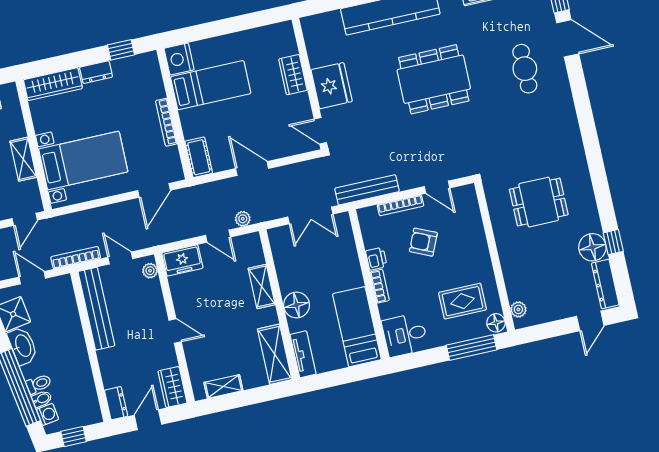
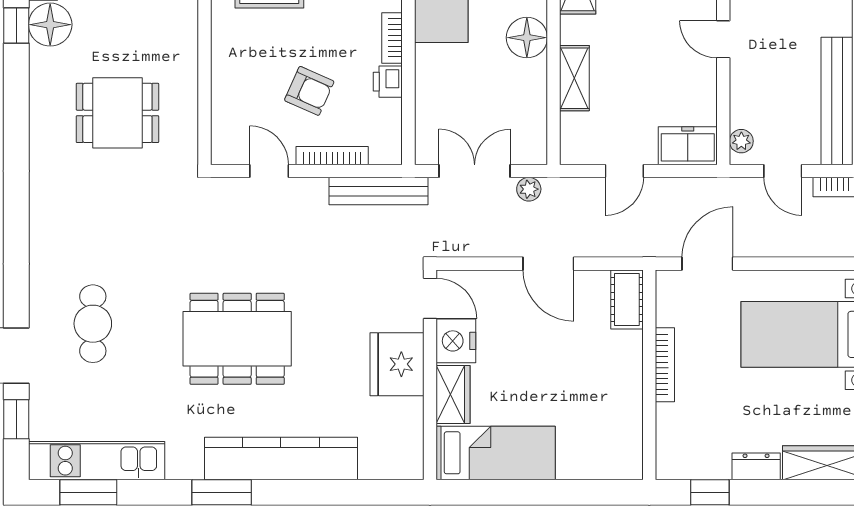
nightstand: (179, 59) -> (456, 341), moved, turned 180
bed: (211, 85) -> (496, 453), moved, turned 180
plant: (243, 219) -> (529, 189), moved
door: (218, 236) -> (624, 171), swing flipped

